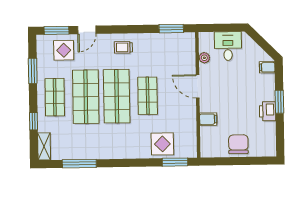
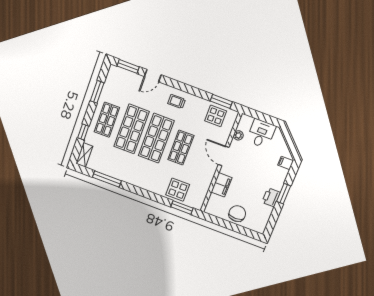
display table: (64, 50) -> (216, 116), moved
filing cabinet: (208, 119) -> (221, 185), width x2.00

